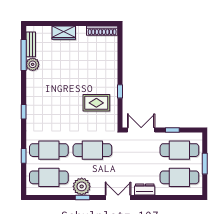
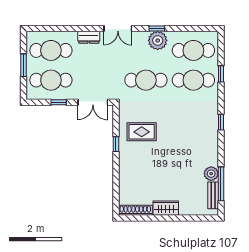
wardrobe: (64, 33) -> (166, 208), moved

